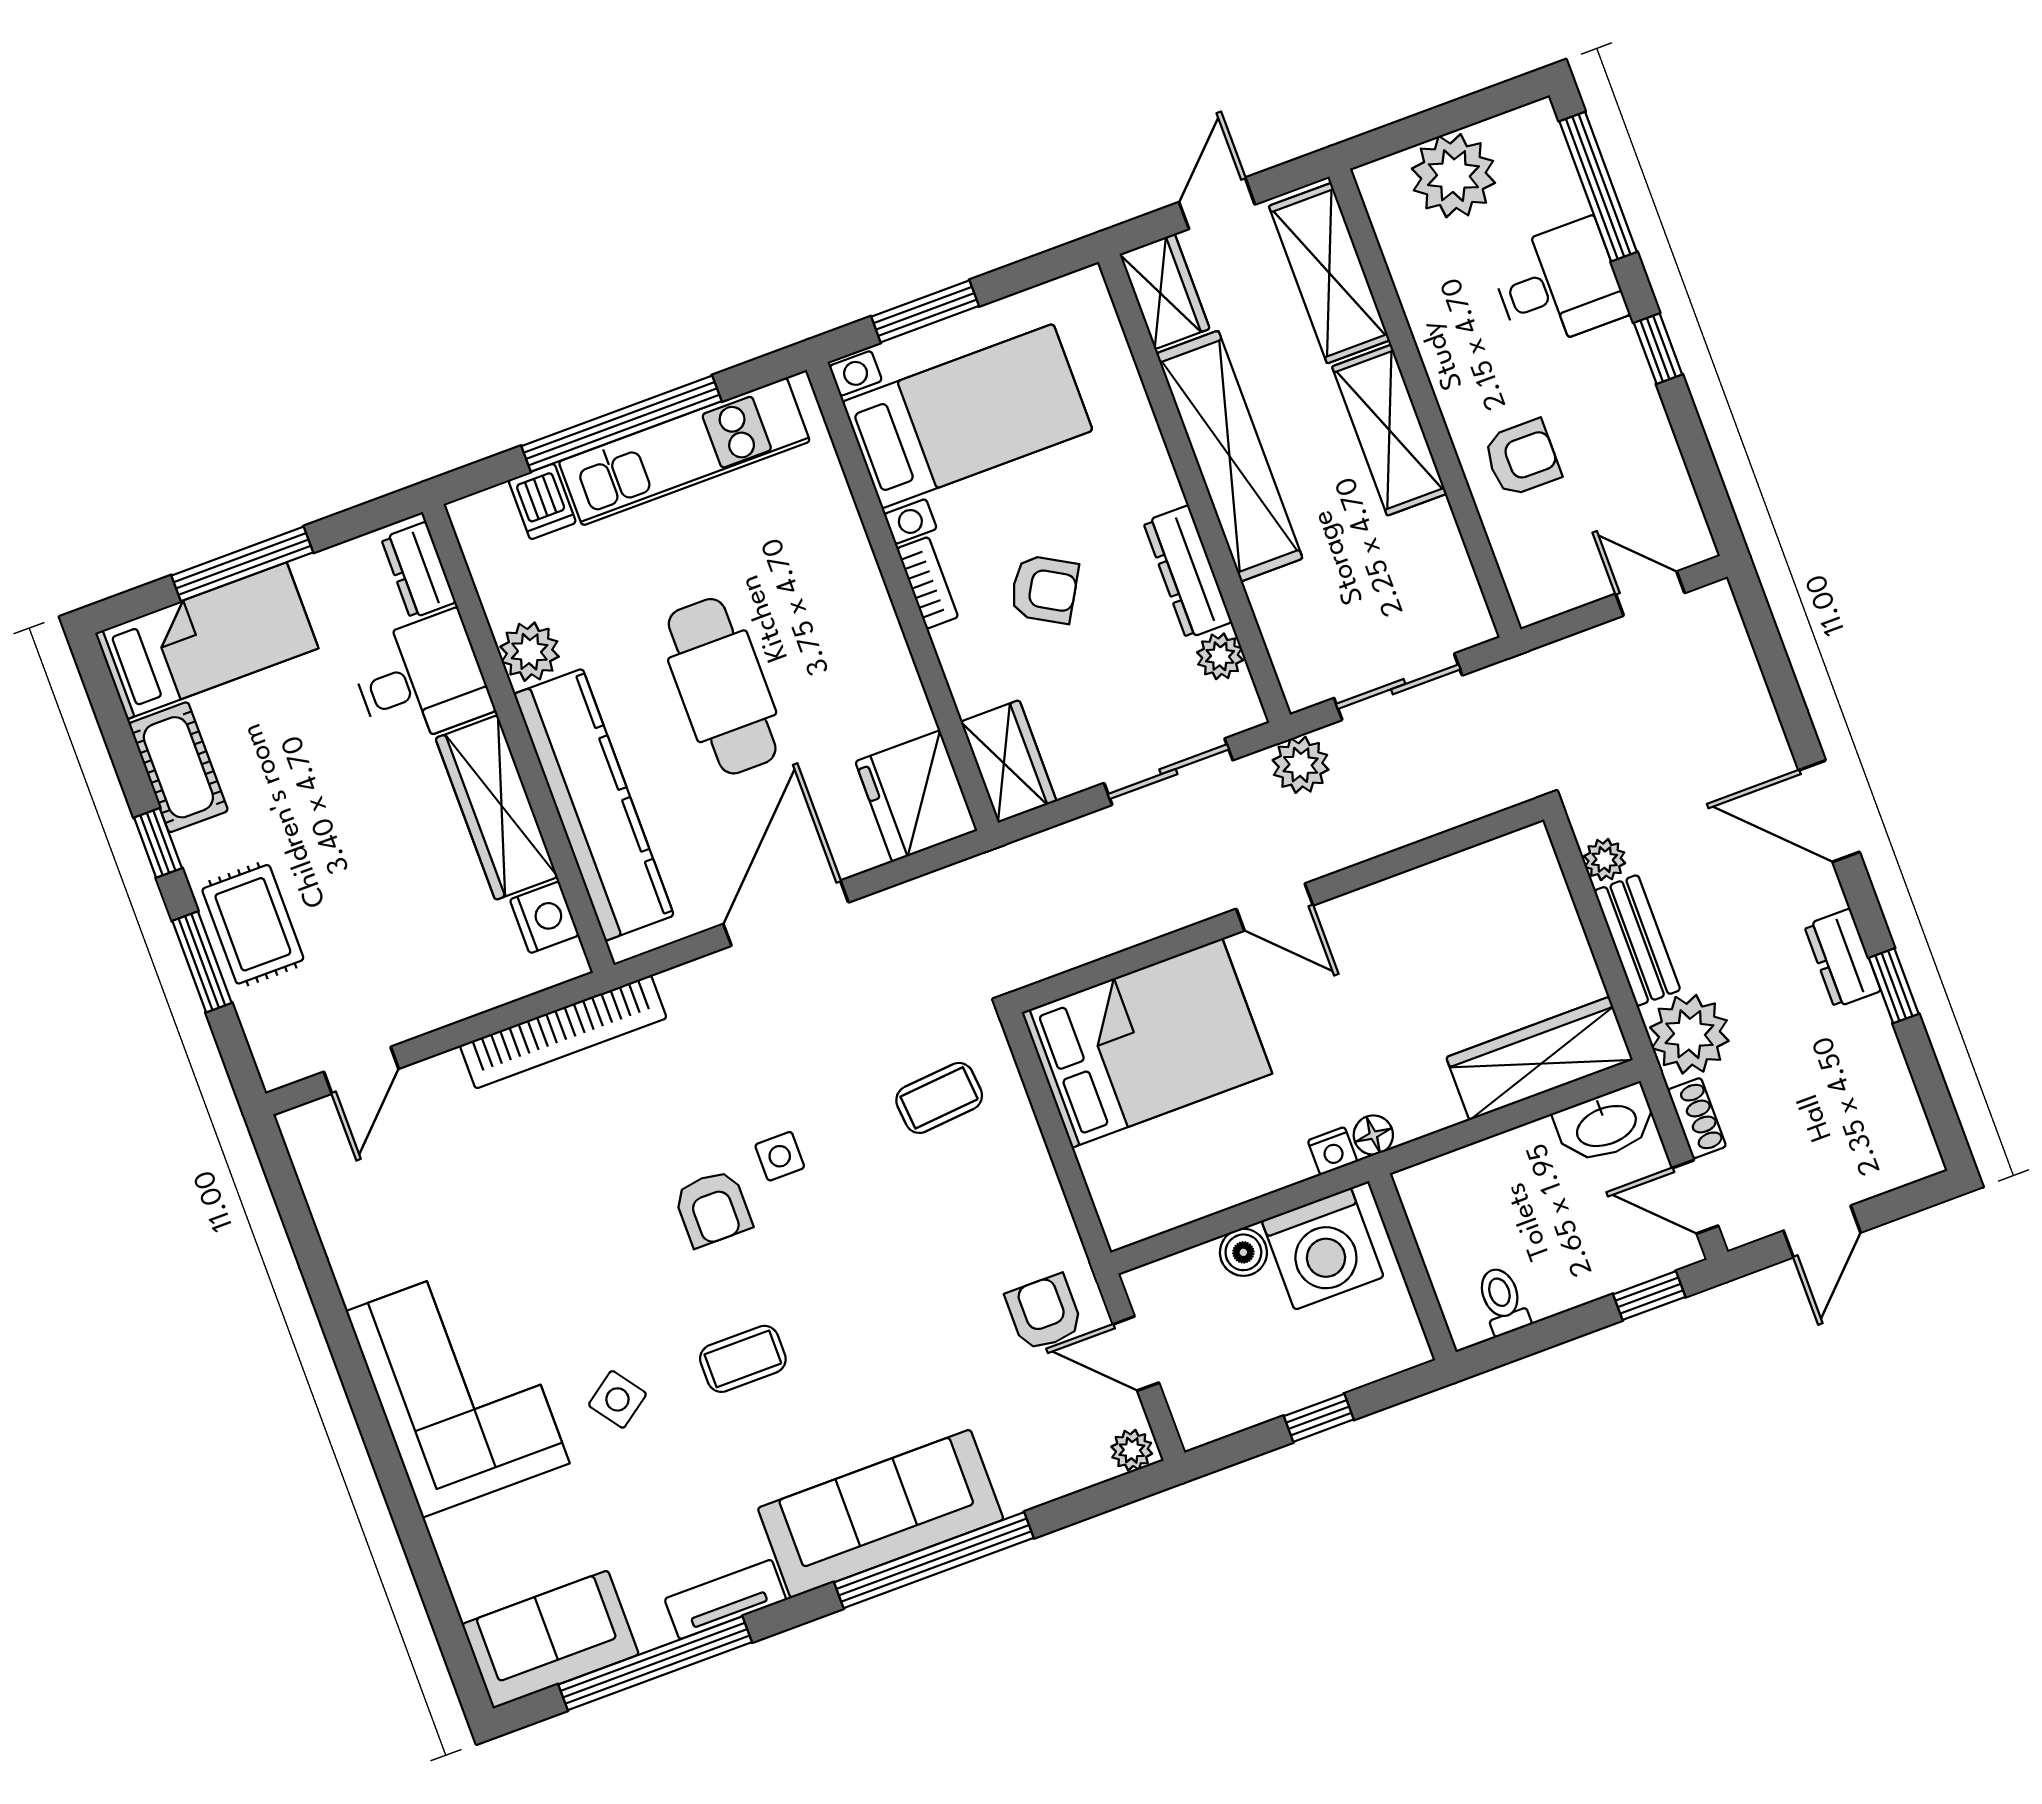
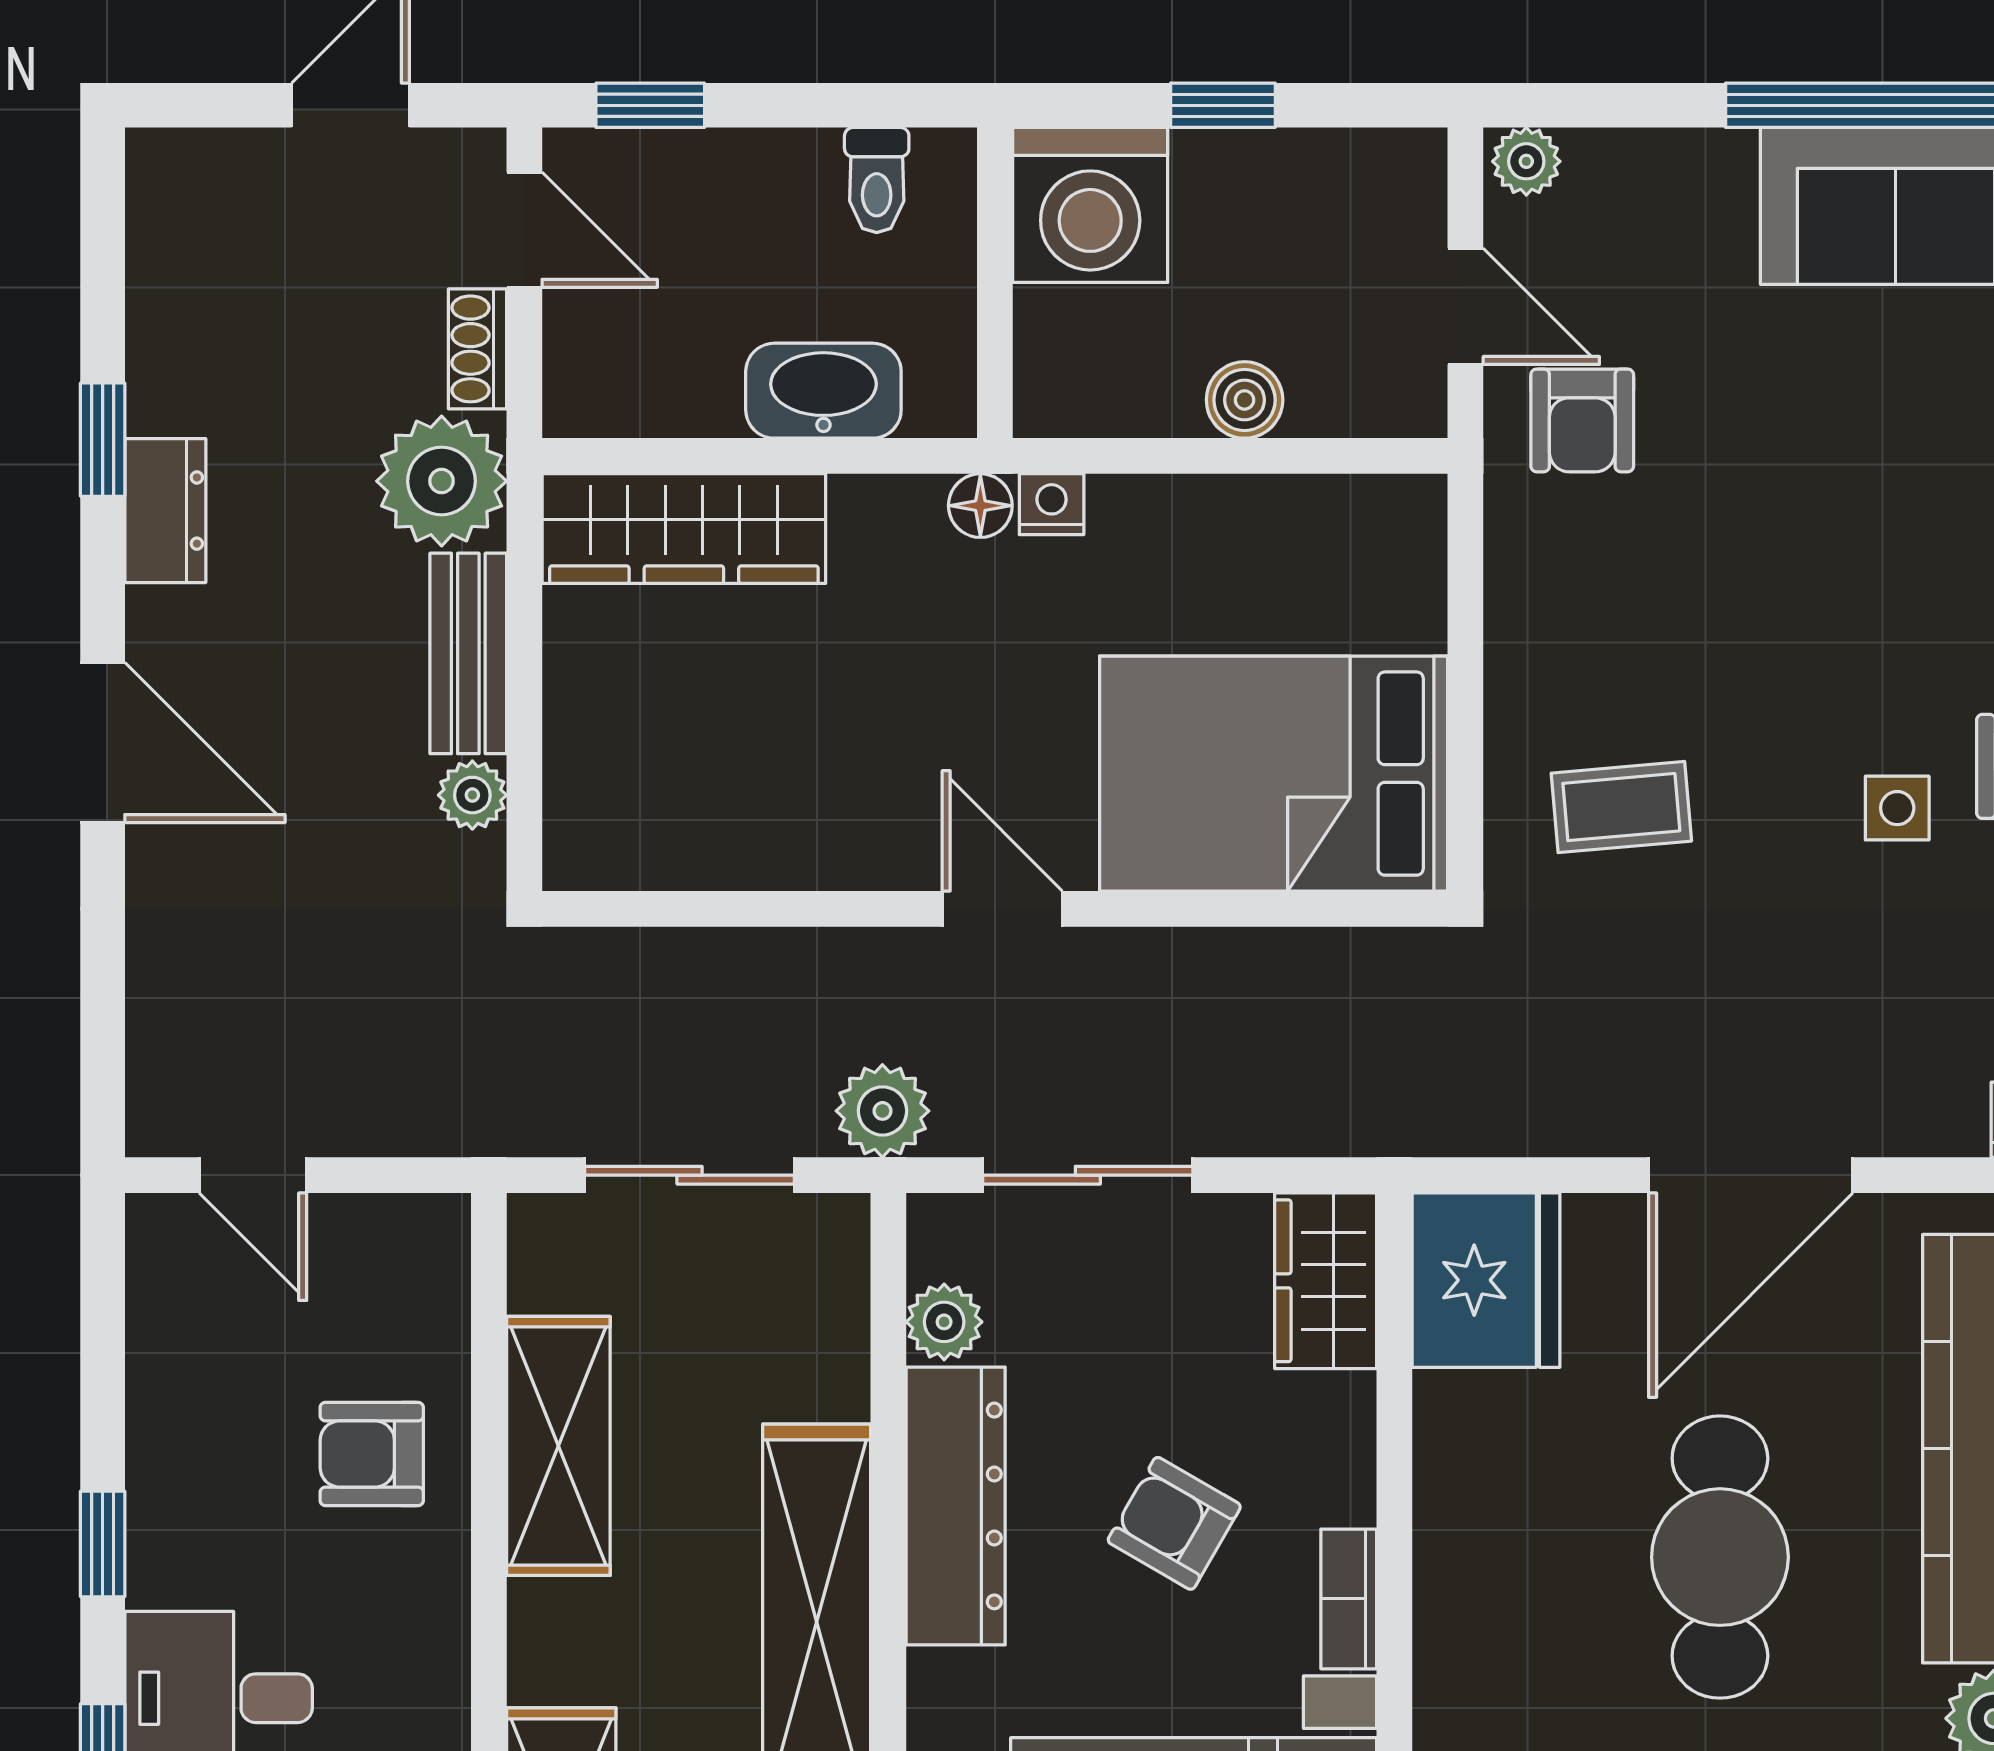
shelving: (1389, 430) -> (558, 1446), moved
dresser: (1188, 572) -> (956, 1506), width x1.37, depth x1.24
washbasin: (1606, 1124) -> (823, 391), moved
washing machine: (1323, 1249) -> (1090, 205), moved, turned 180

